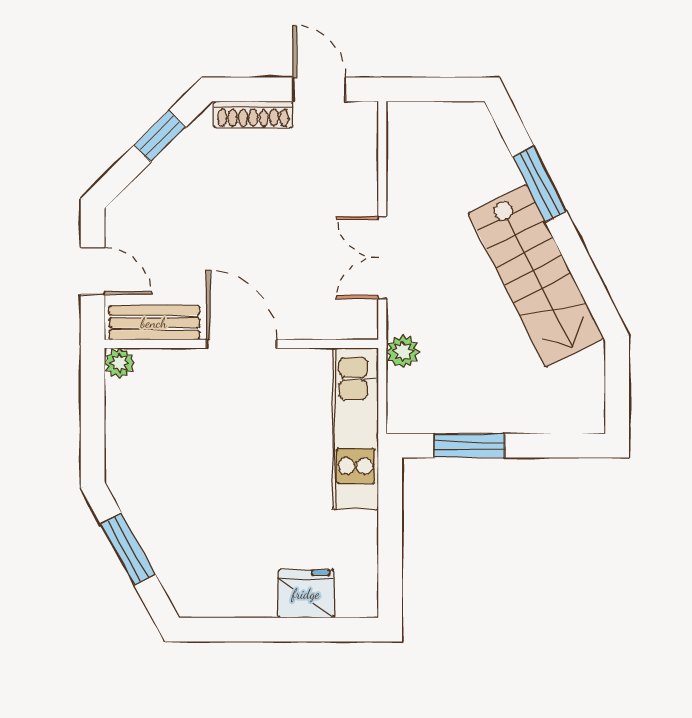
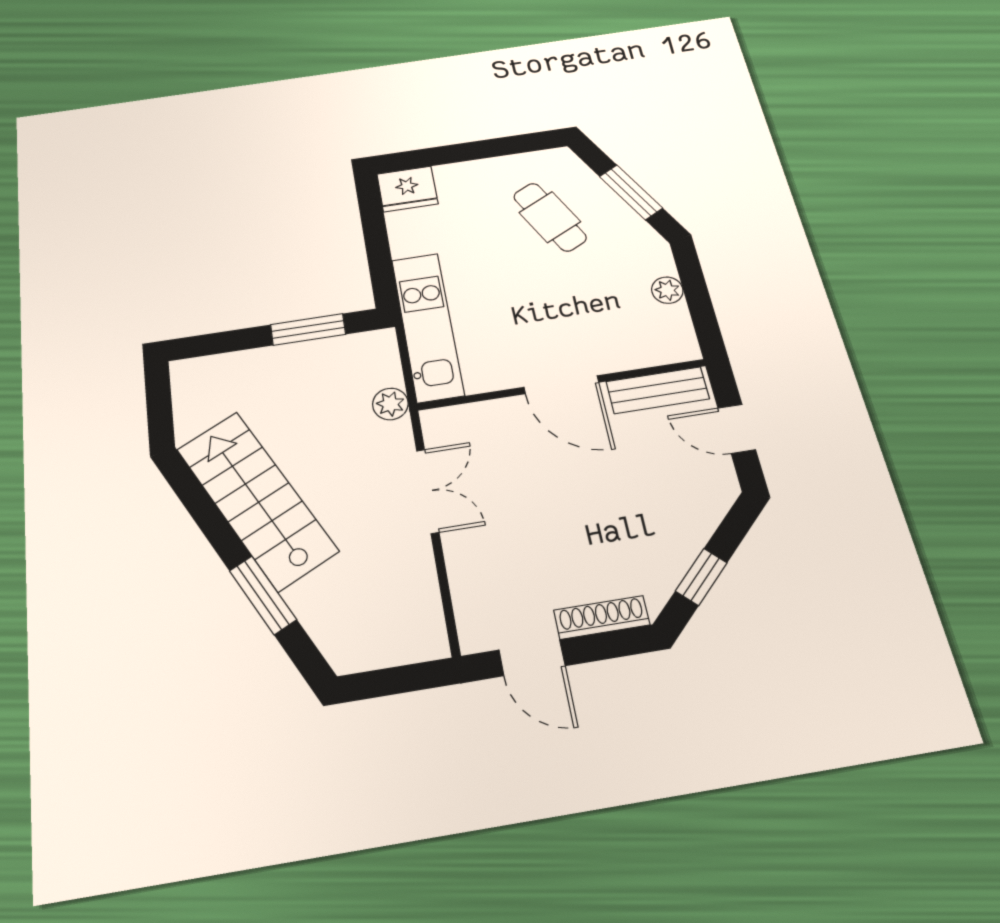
plant: (119, 363) -> (667, 290), moved
cafe table: (214, 534) -> (550, 217), added
fridge: (306, 594) -> (407, 189), moved

